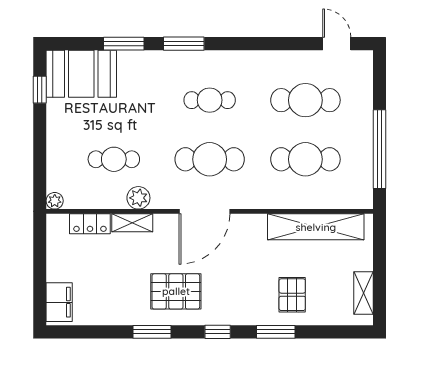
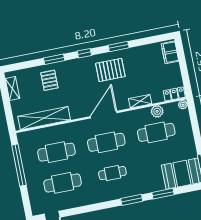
cafe table: (114, 159) -> (156, 132), width x1.37, depth x1.35
plant: (138, 198) -> (157, 111), moved
locker: (90, 224) -> (174, 94), moved

